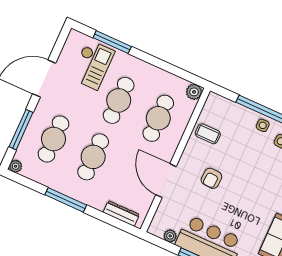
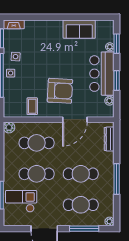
armchair: (211, 178) -> (60, 91), width x1.88, depth x1.88

